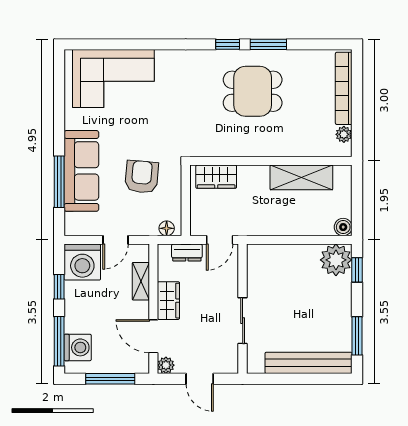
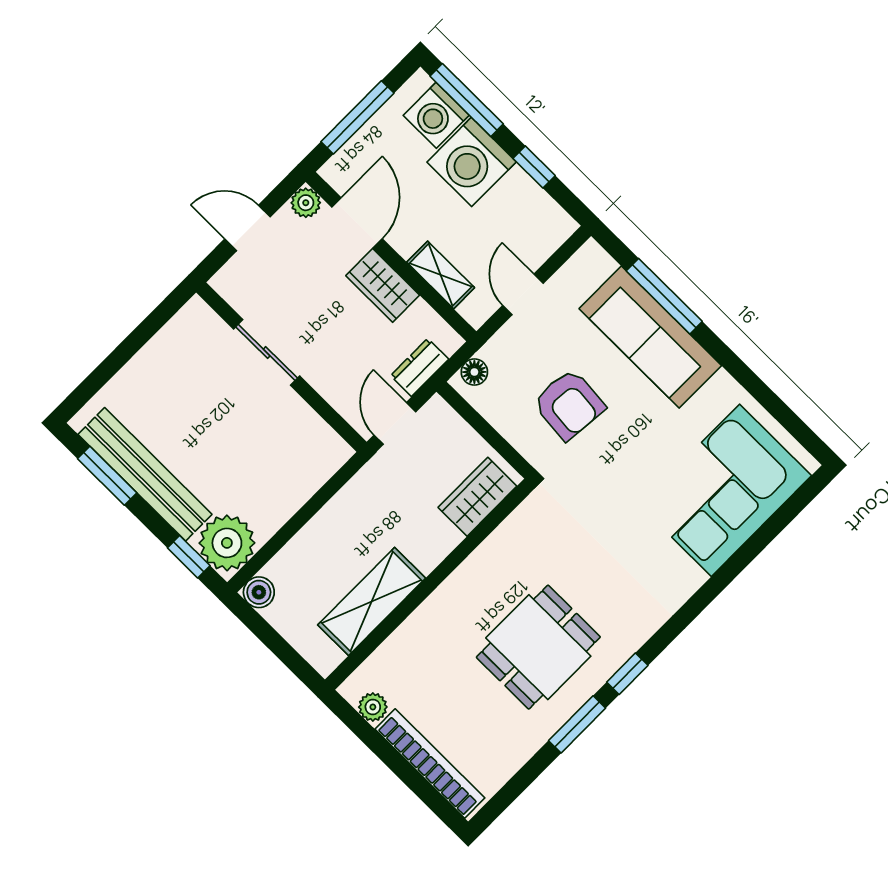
washing machine: (82, 262) -> (472, 162), moved, turned -90
door: (153, 336) -> (357, 223), hinge flipped
bench: (309, 363) -> (145, 474), moved, turned 90

